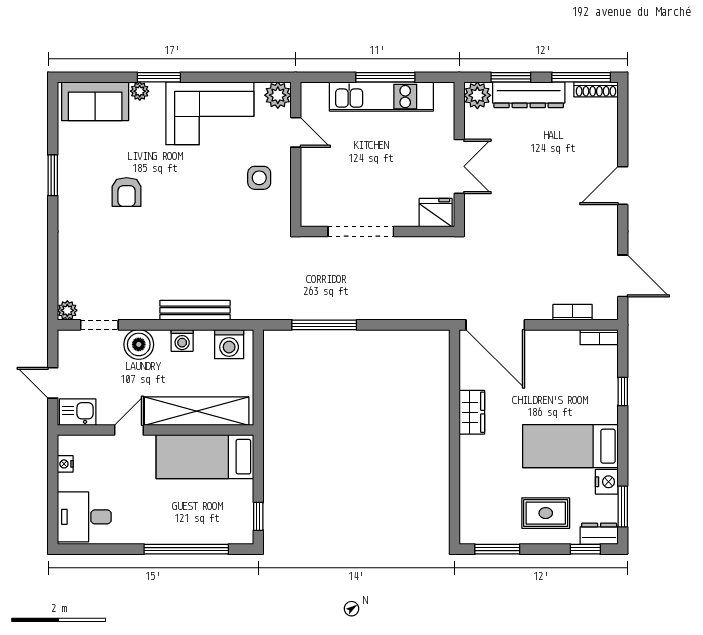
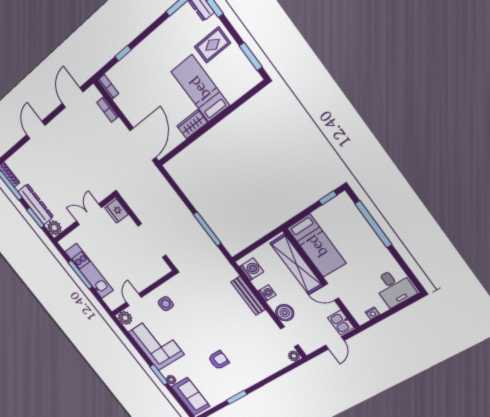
door: (623, 186) -> (36, 130), swing flipped
bed: (570, 446) -> (200, 88), moved, turned 180
nightstand: (607, 482) -> (172, 25), removed
rug: (546, 513) -> (213, 45), turned 90

